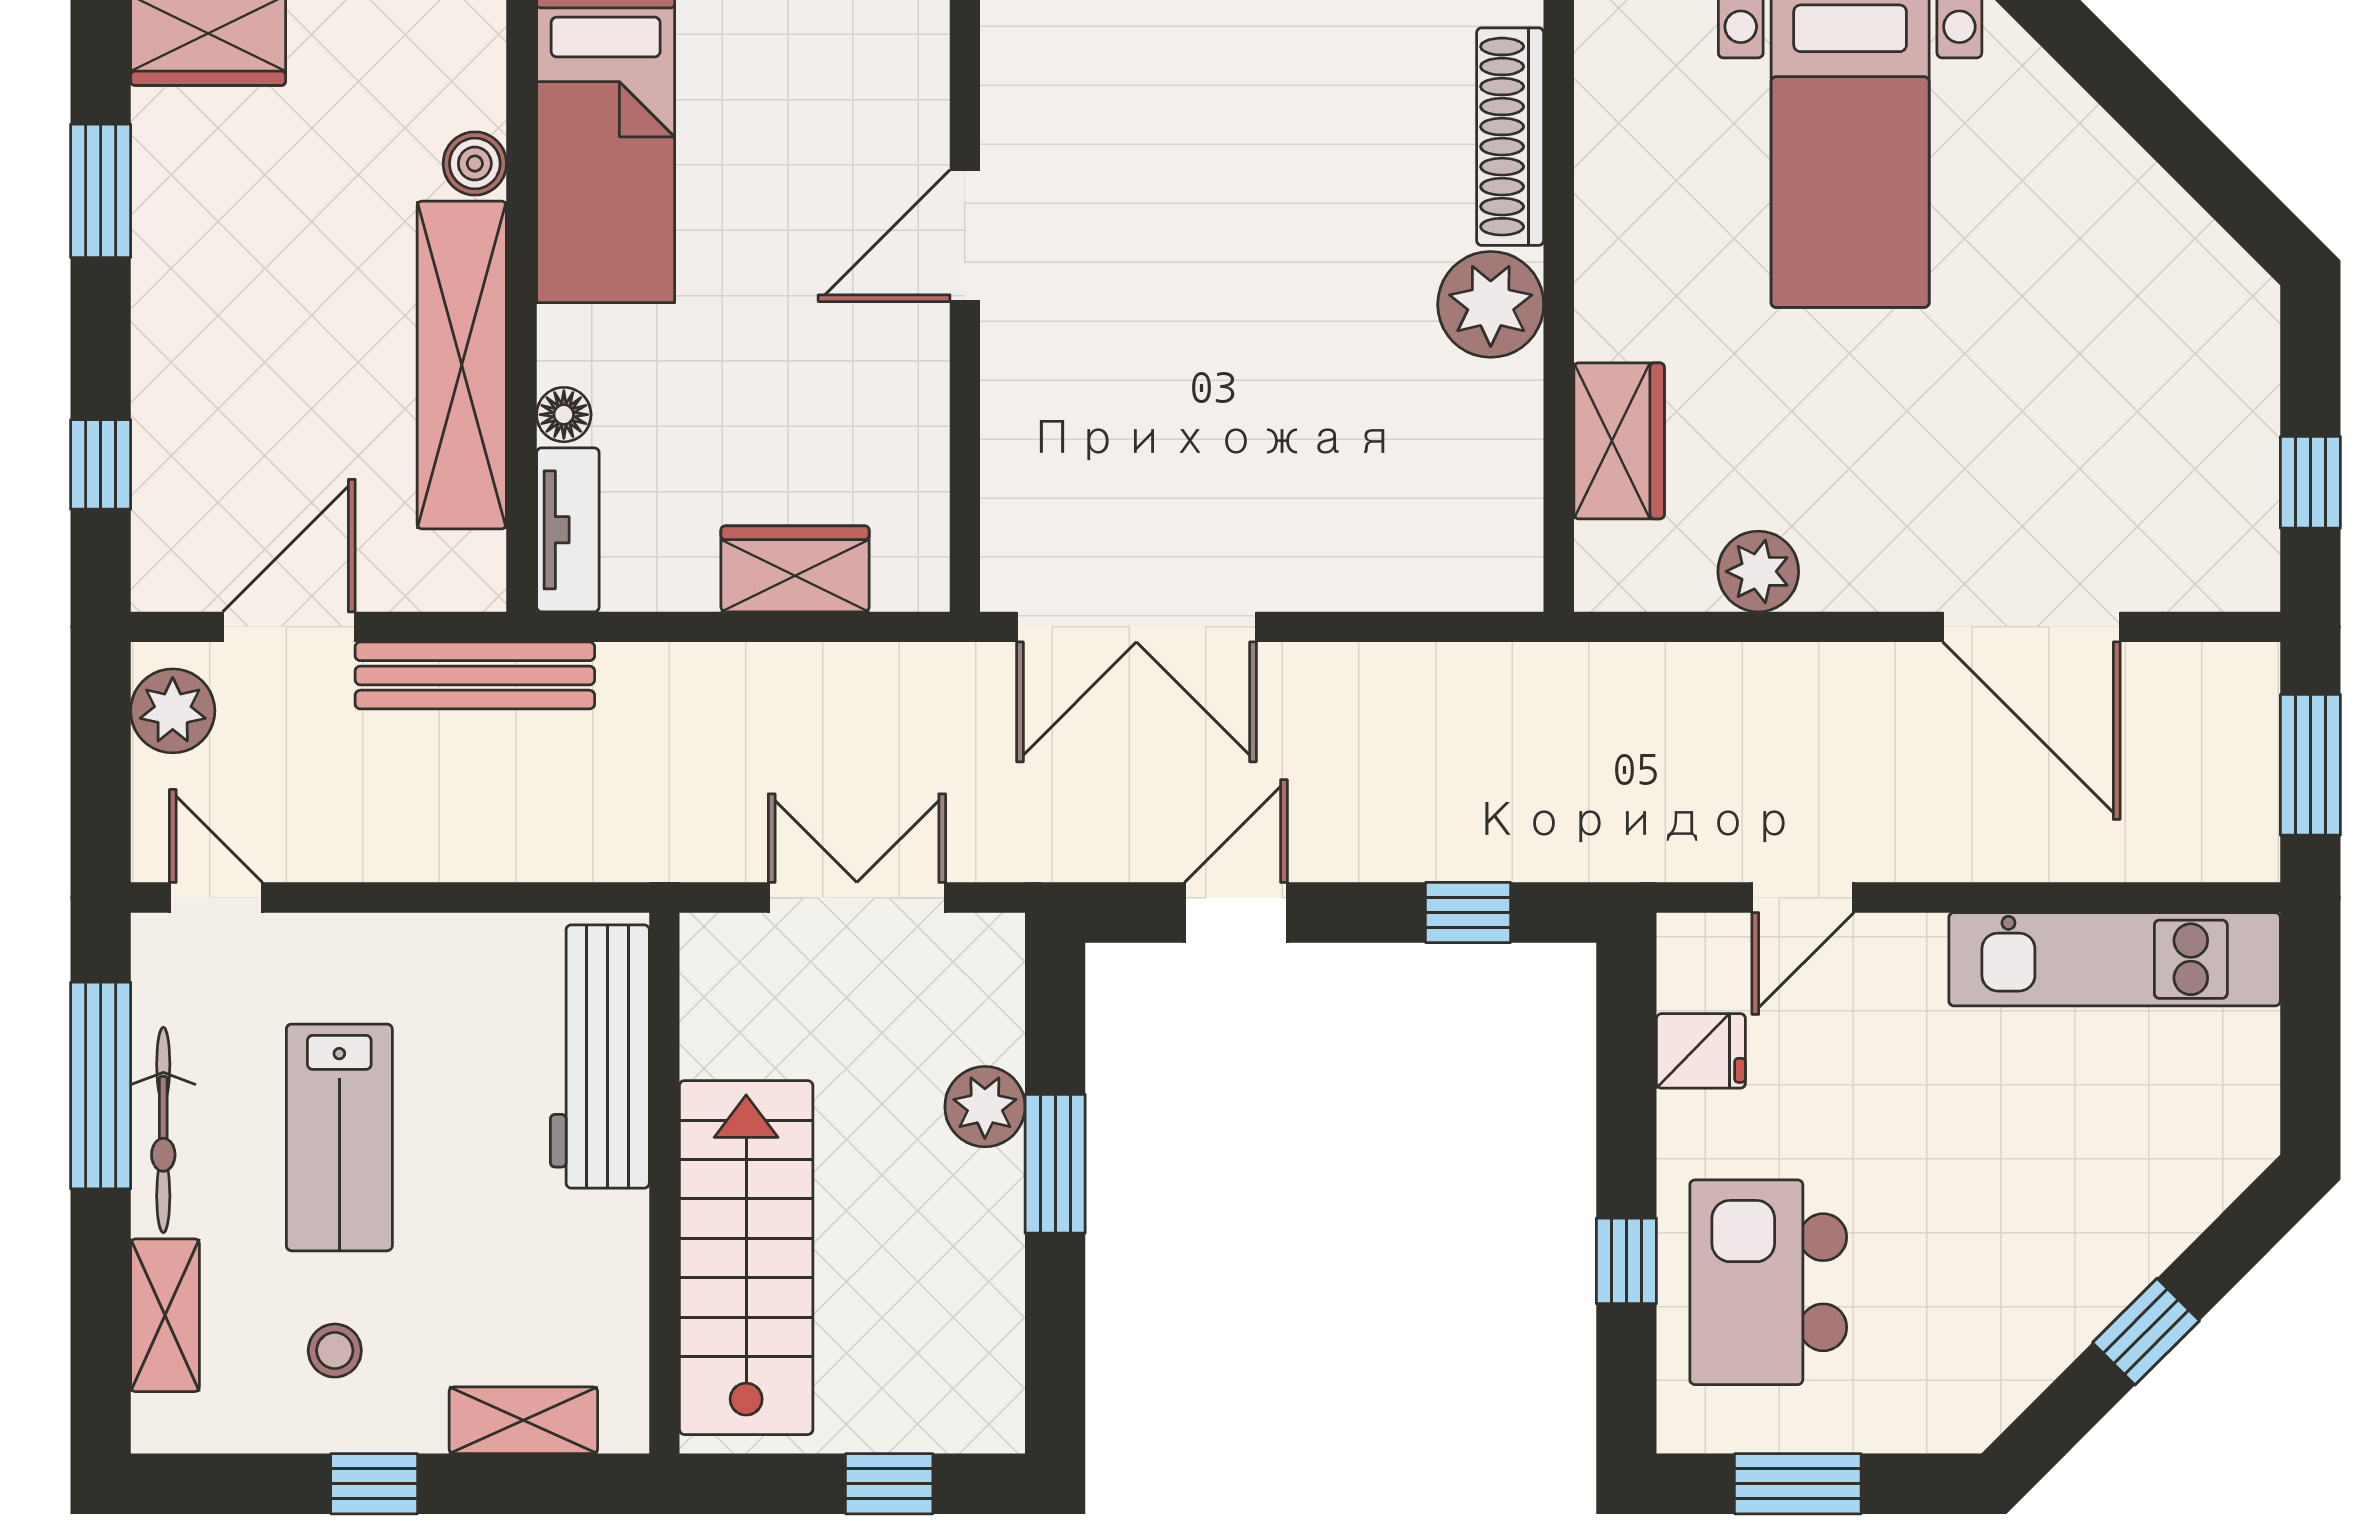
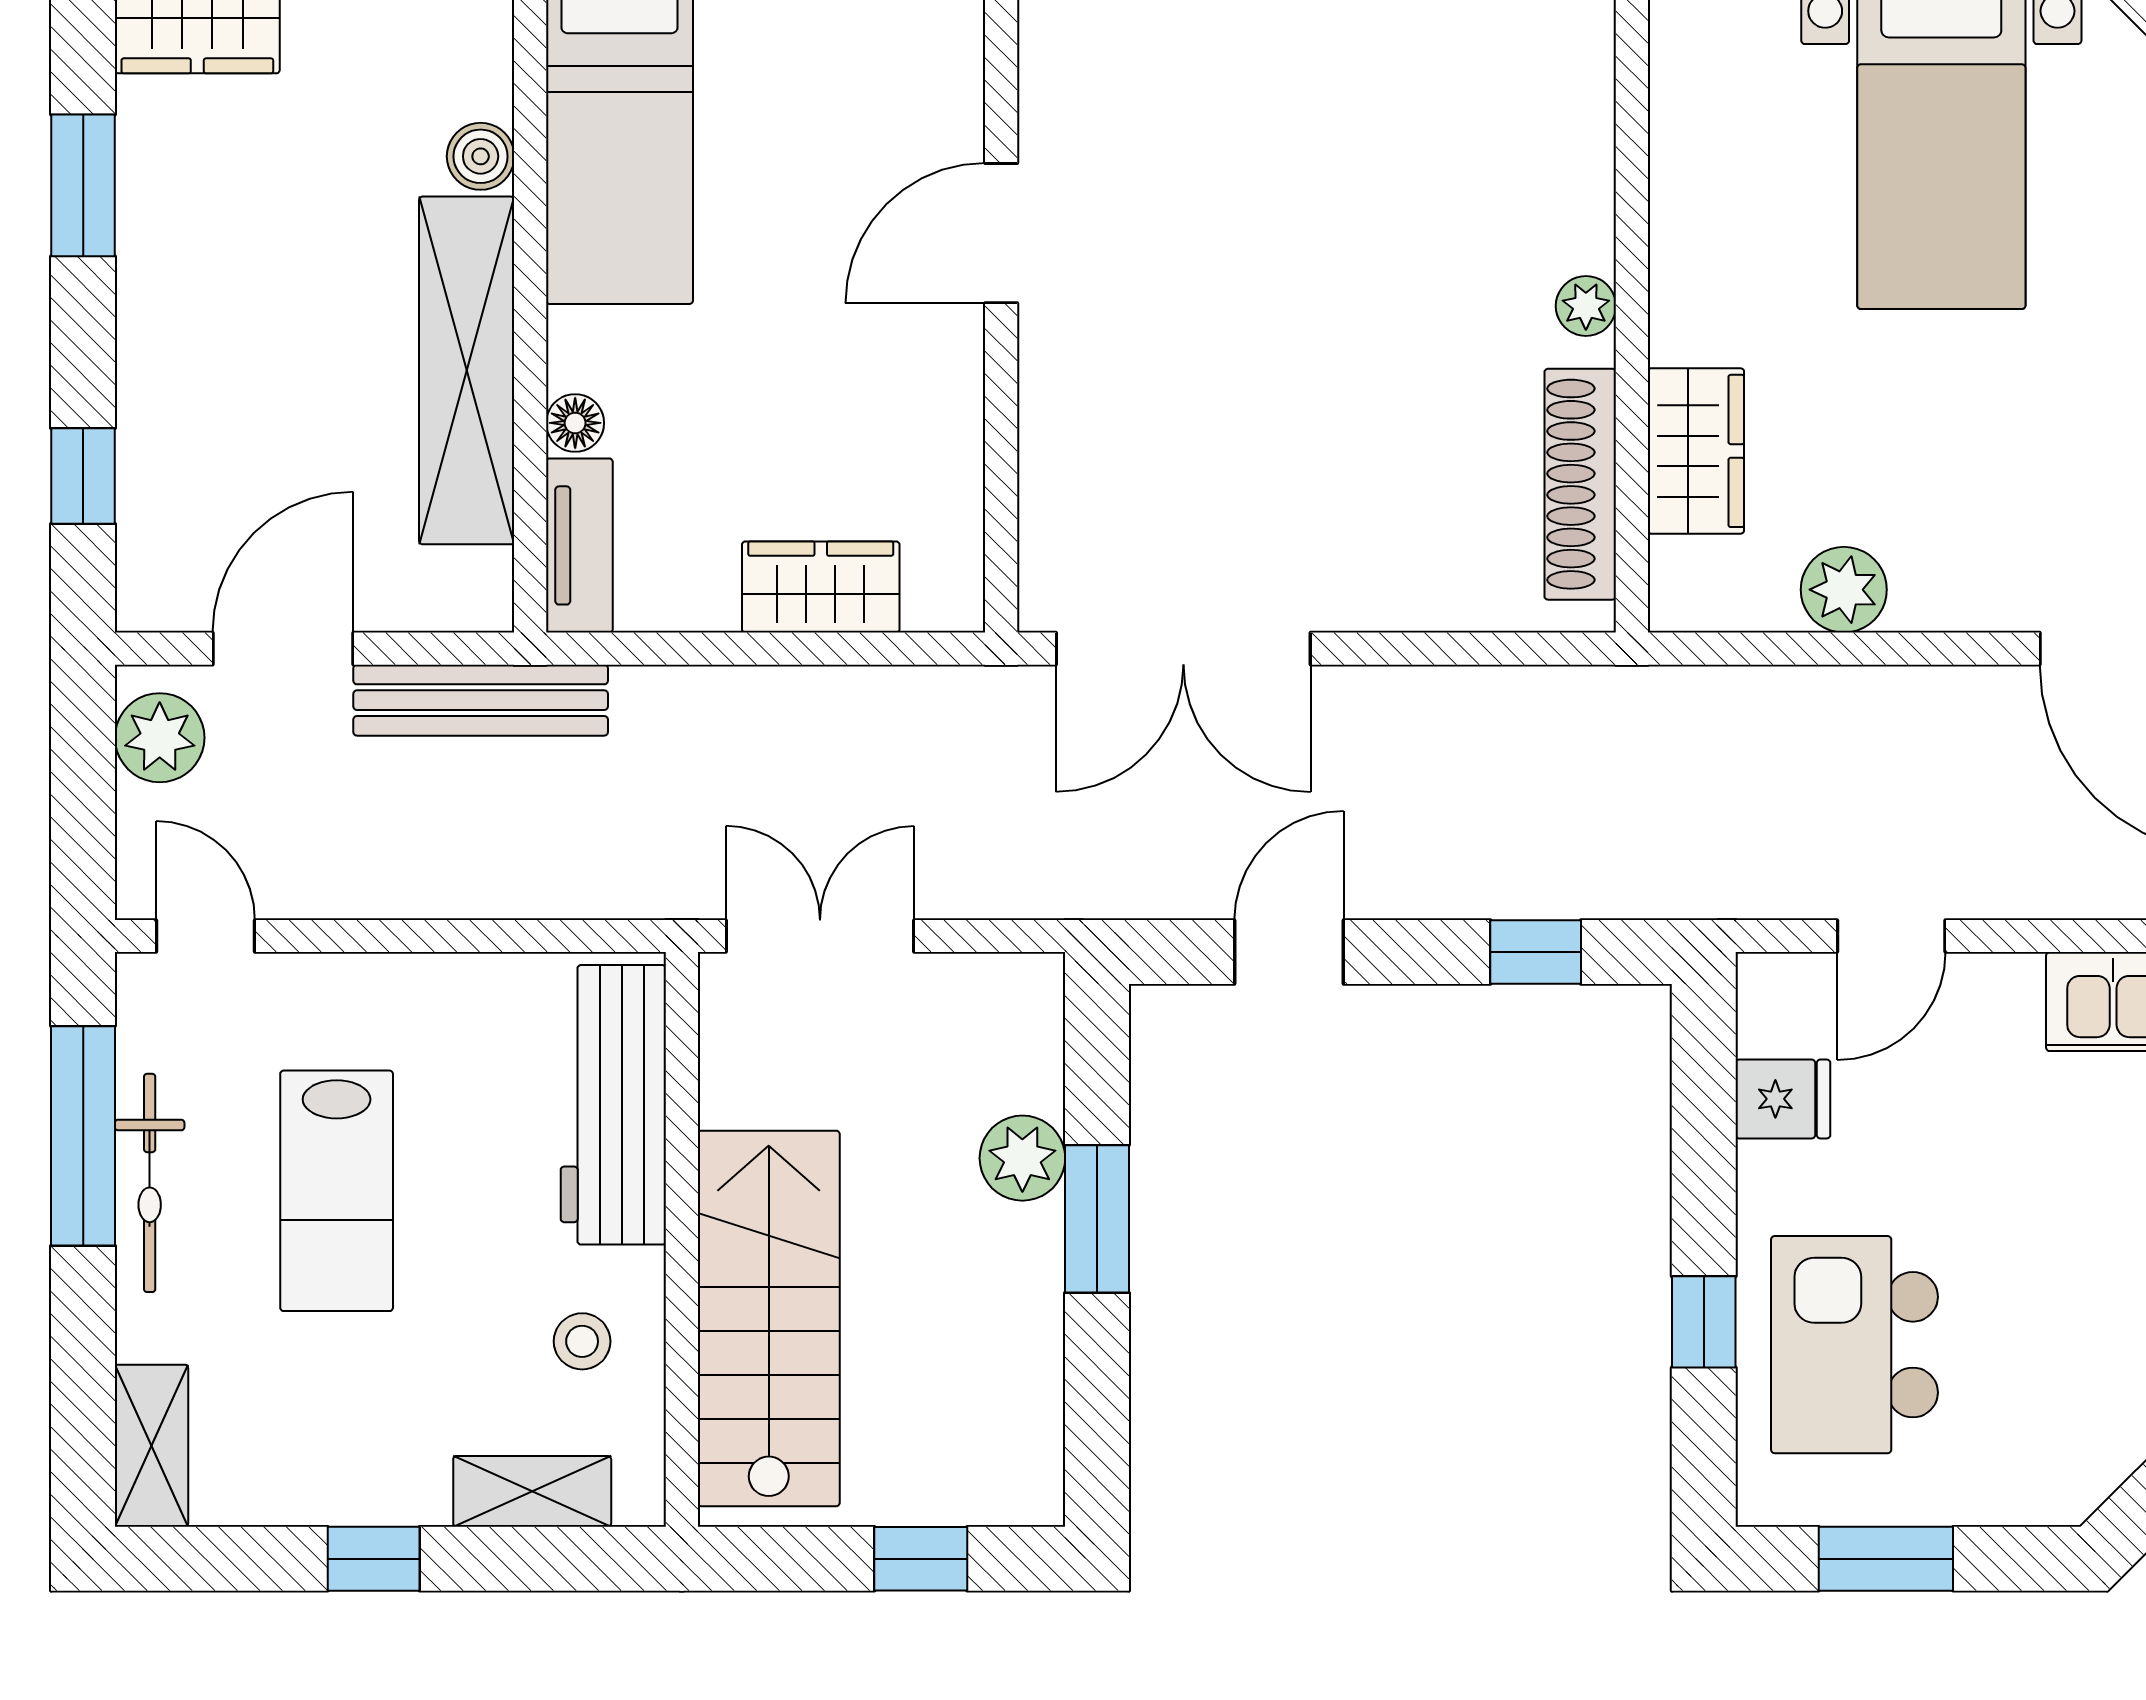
shoe rack: (1510, 137) -> (1580, 484), moved
plant: (1491, 304) -> (1586, 306), width x0.53, depth x0.53
double door: (857, 898) -> (820, 936), moved
shelving: (165, 1315) -> (152, 1446), moved
stool: (335, 1351) -> (582, 1341), moved

